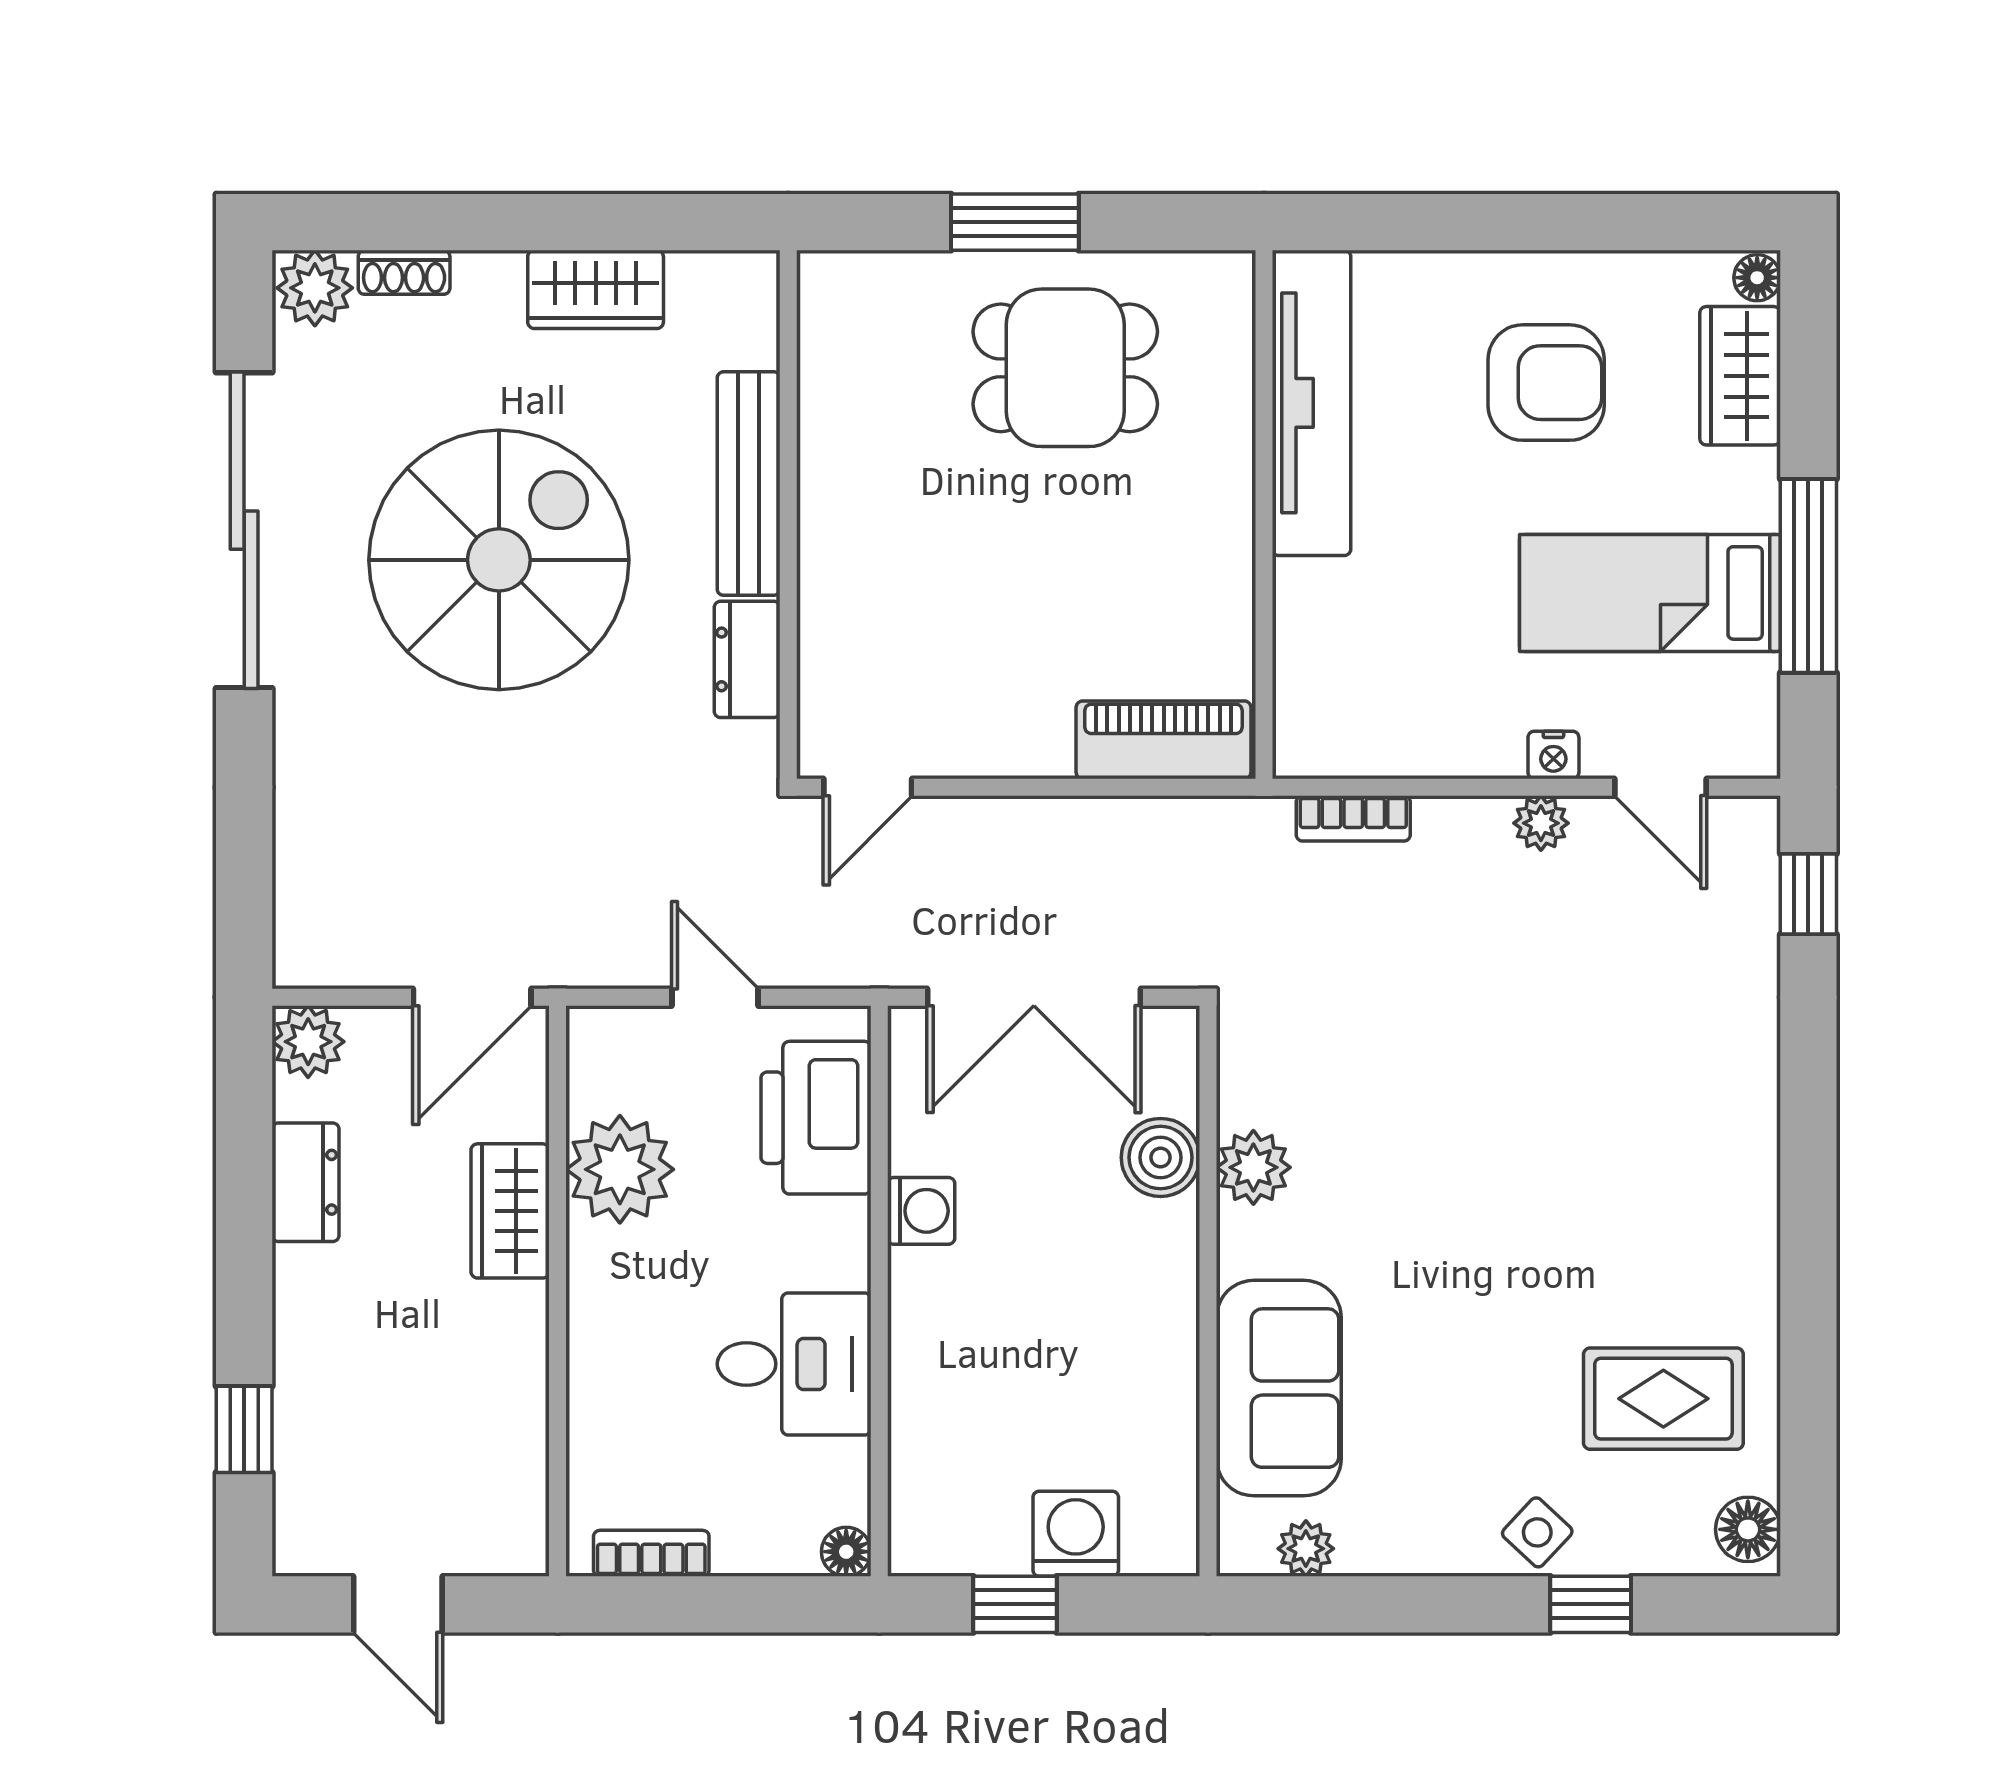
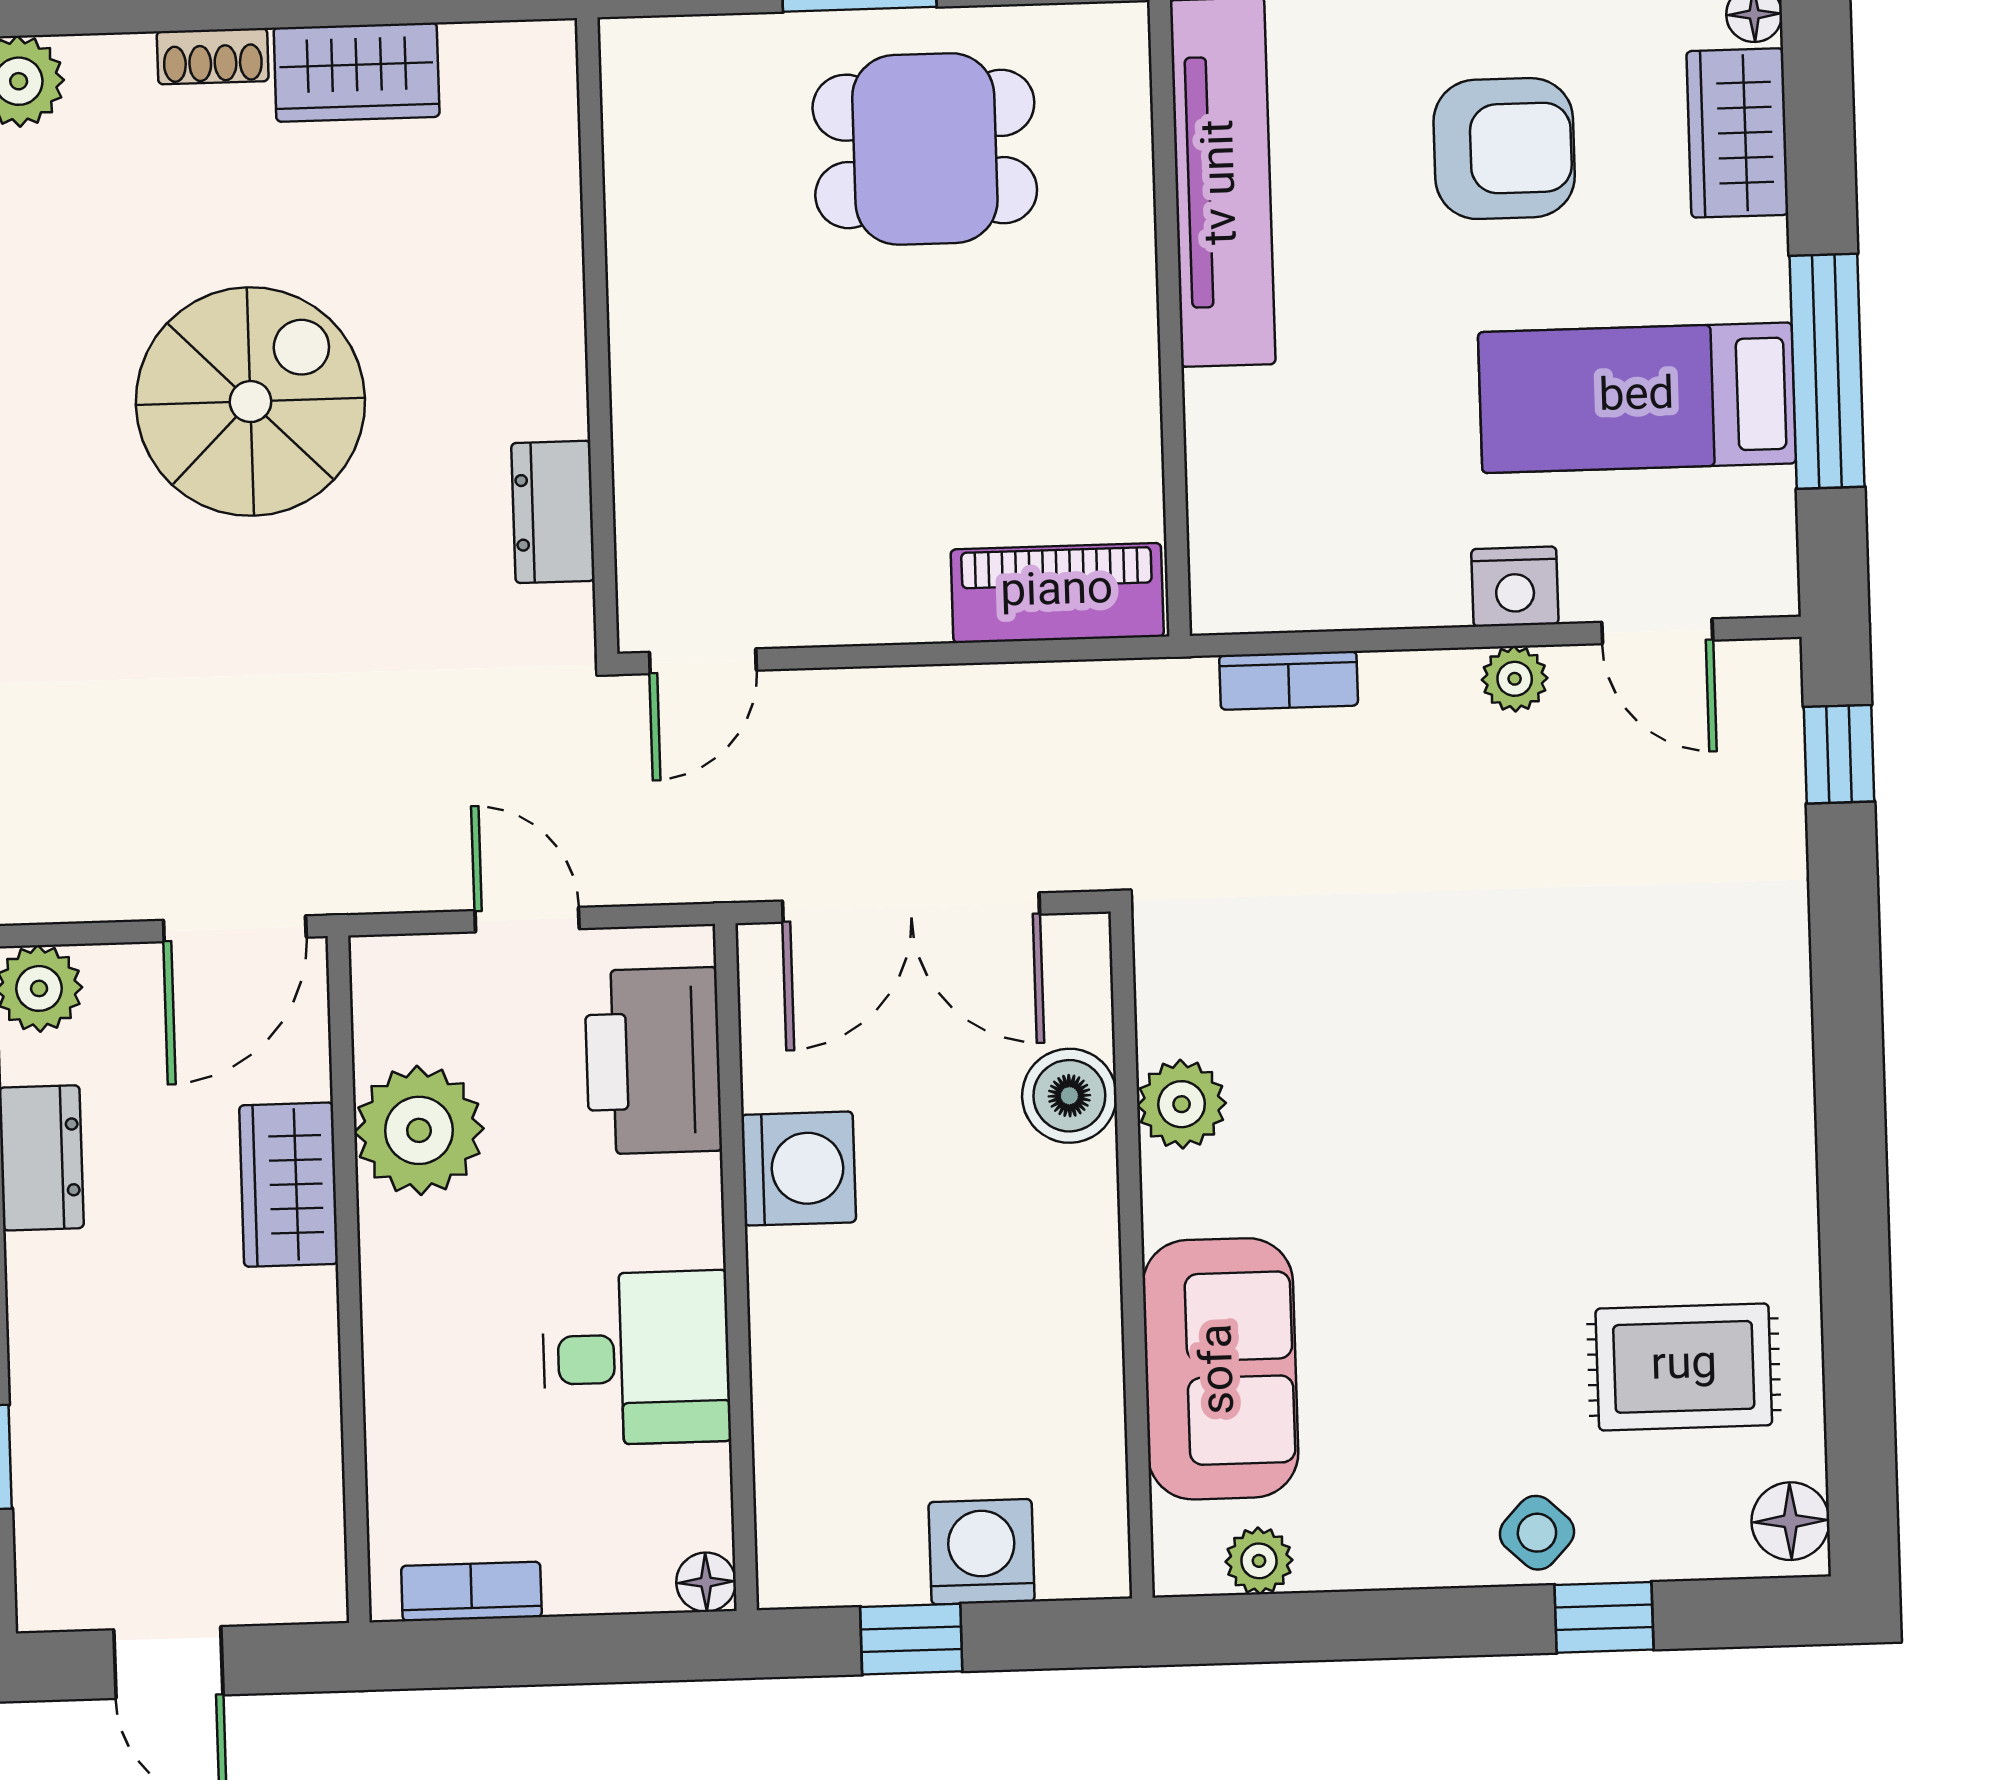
shoe rack: (404, 272) -> (213, 56), moved
bench: (749, 484) -> (548, 300), removed
spiral stairs: (499, 560) -> (250, 402), width x0.73, depth x0.73
nightstand: (1553, 755) -> (1515, 587), width x1.39, depth x1.35
washing machine: (921, 1211) -> (799, 1169), width x1.38, depth x1.38

